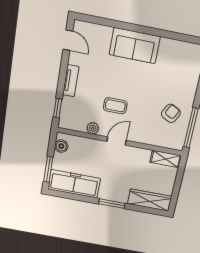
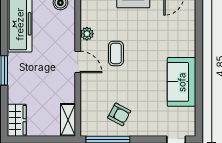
sofa: (135, 46) -> (182, 82), moved
wardrobe: (150, 200) -> (17, 120), width x0.67

